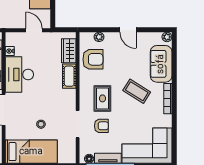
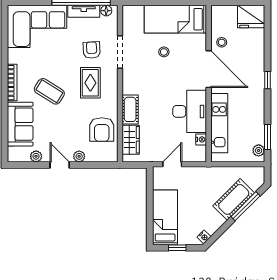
door: (34, 30) -> (172, 164), swing flipped
plant: (99, 37) -> (79, 156), moved
plant: (167, 37) -> (36, 156), moved
armchair: (93, 59) -> (102, 130), turned -90
armchair: (101, 126) -> (92, 50), turned 87

